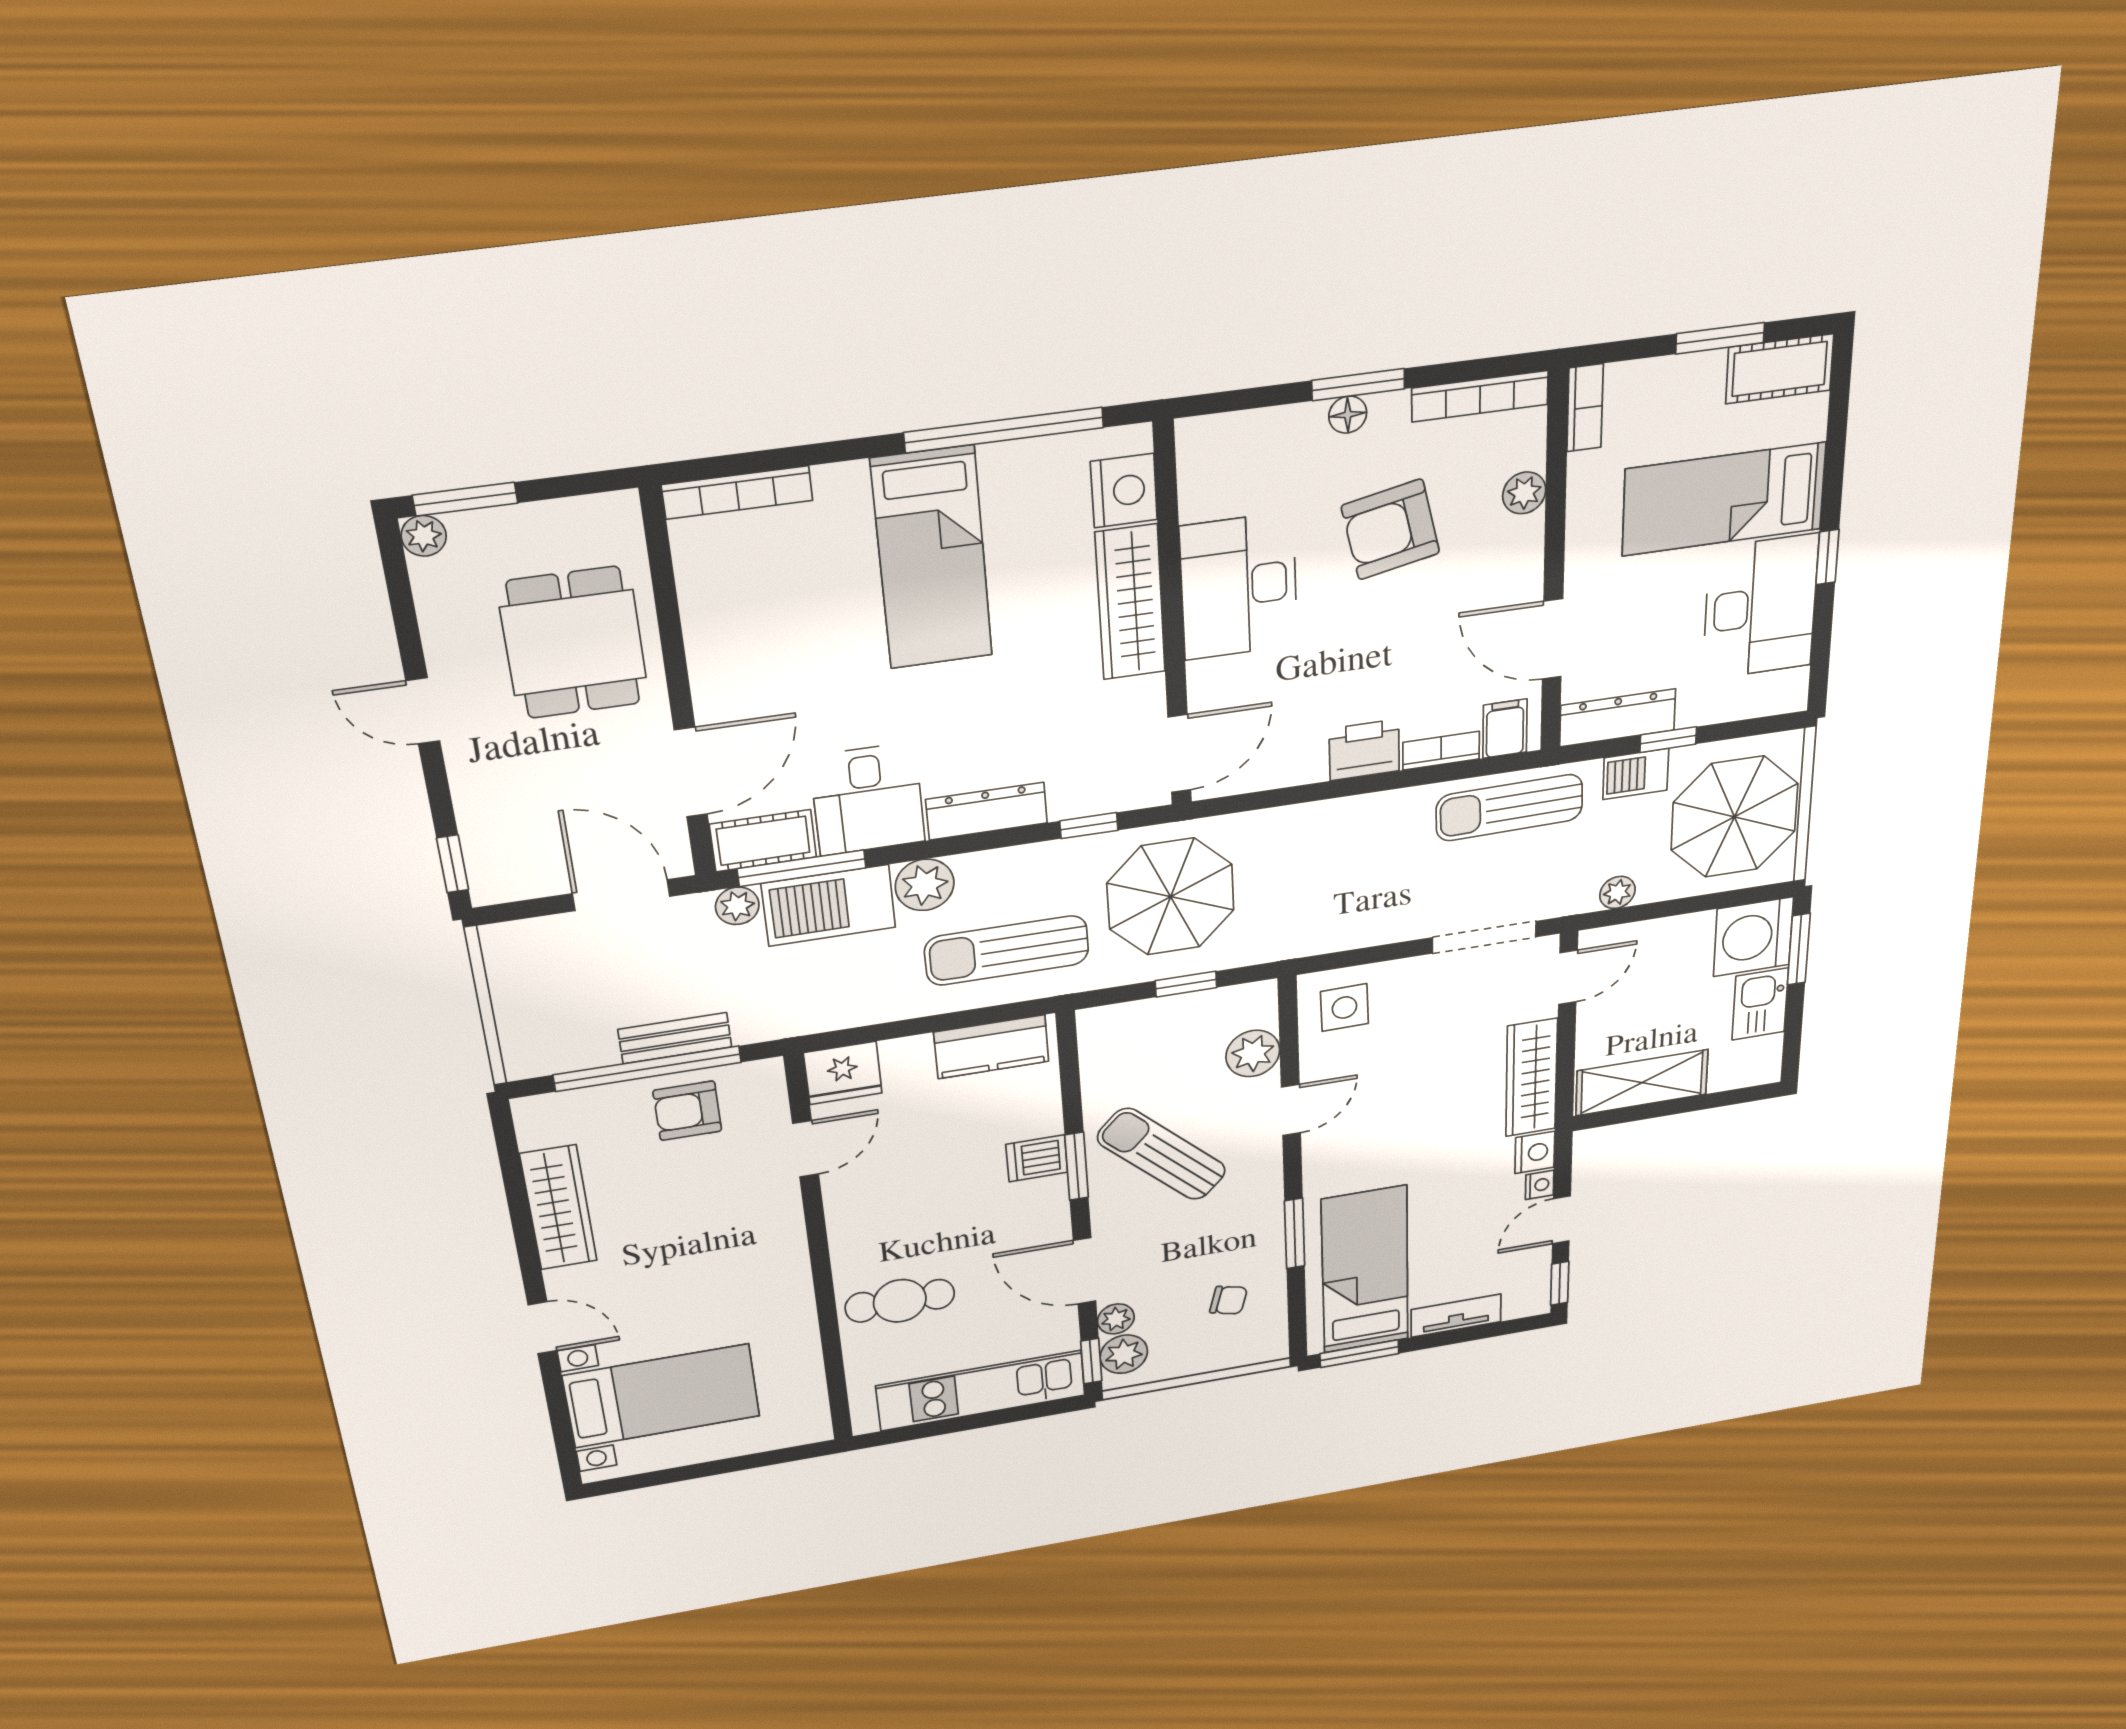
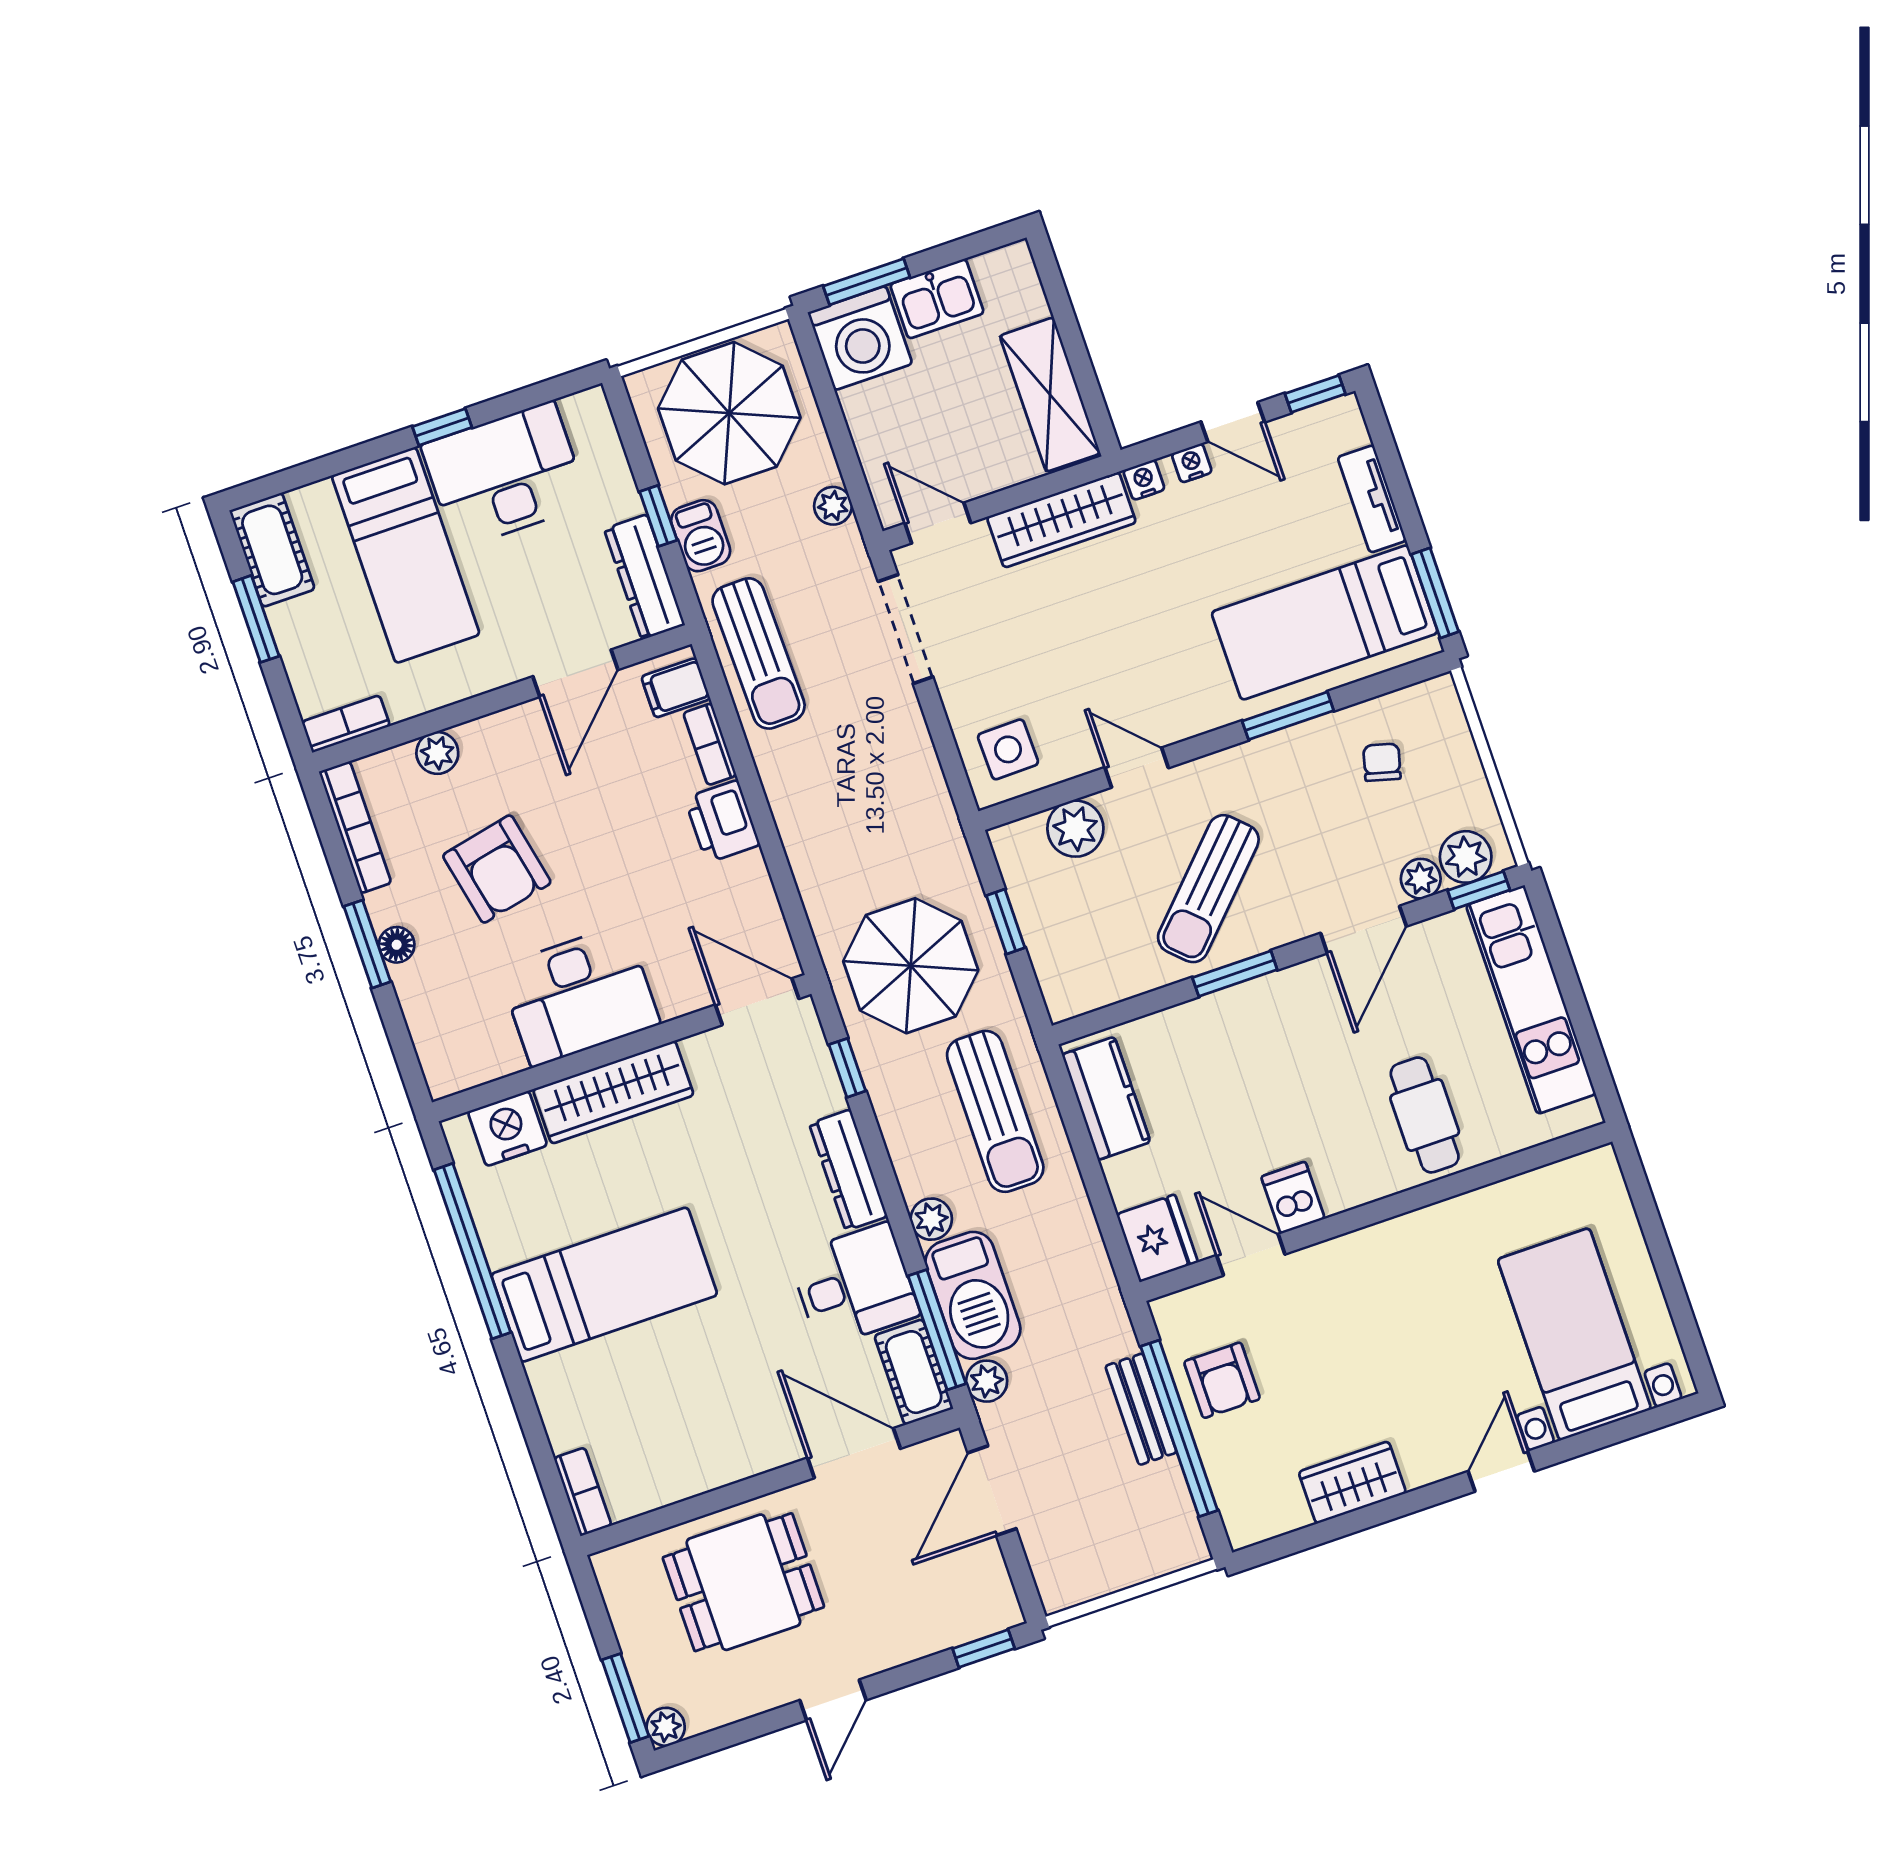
bookcase: (737, 493) -> (583, 1492), width x0.64
plant: (925, 885) -> (931, 1219), width x0.73, depth x0.73
nightstand: (1535, 1152) -> (1144, 480), width x0.72, depth x0.74
dishwasher: (1037, 1158) -> (1293, 1198), moved, turned 180
wardrobe: (559, 1208) -> (1352, 1482), width x0.67

